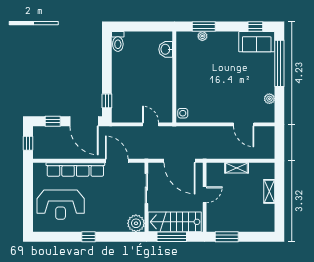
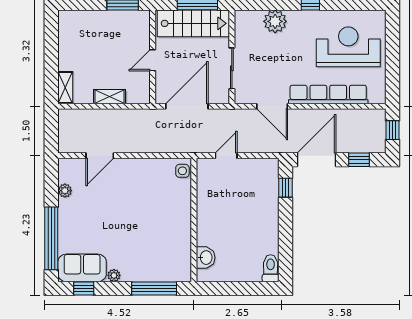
window: (204, 27) -> (154, 288), width x1.44
plant: (202, 36) -> (114, 275), moved
door: (84, 121) -> (316, 160), hinge flipped
door: (151, 124) -> (226, 156), swing flipped
door: (244, 124) -> (100, 156), swing flipped
door: (180, 161) -> (187, 106), hinge flipped
shelving: (269, 191) -> (65, 88), moved
plant: (136, 223) -> (275, 21), moved

